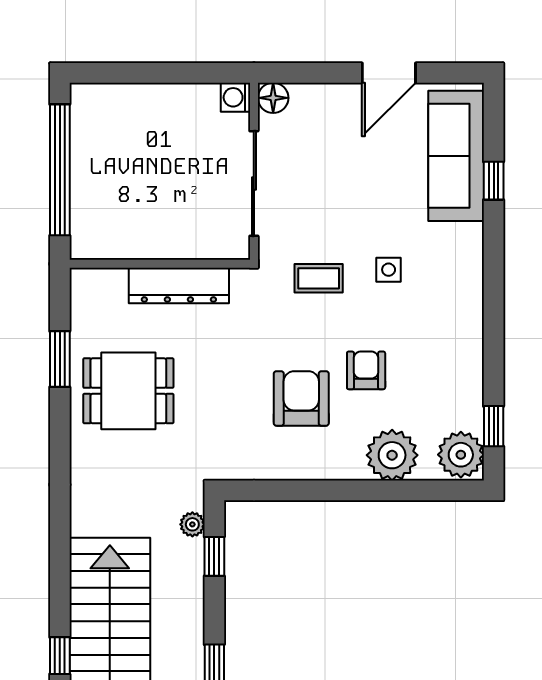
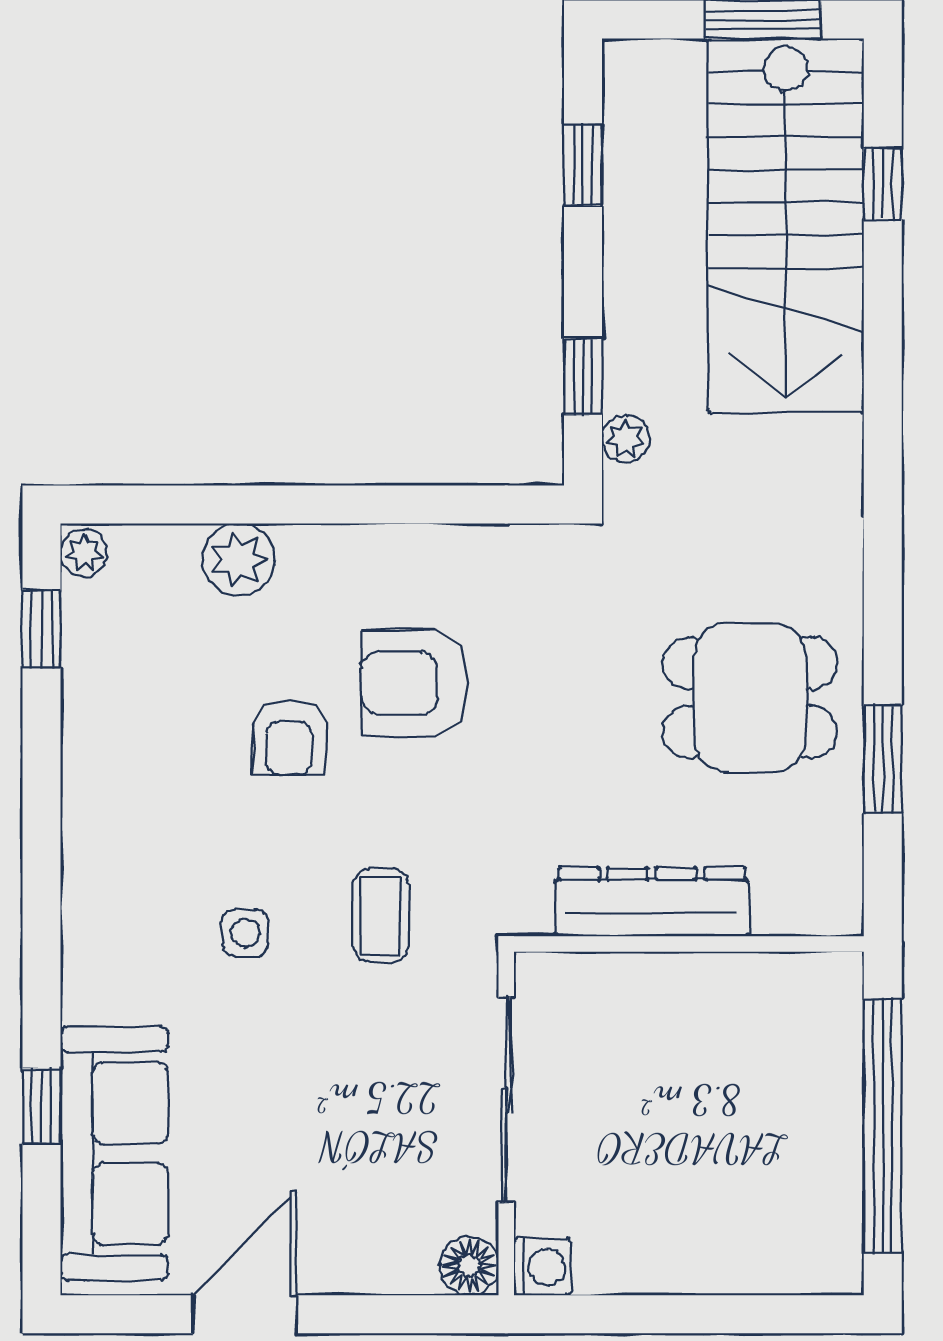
coffee table: (319, 278) -> (381, 916), turned 90
armchair: (301, 398) -> (415, 683), turned 90
plant: (392, 455) -> (238, 560), width x0.73, depth x0.73
plant: (461, 455) -> (84, 553), width x0.53, depth x0.53

